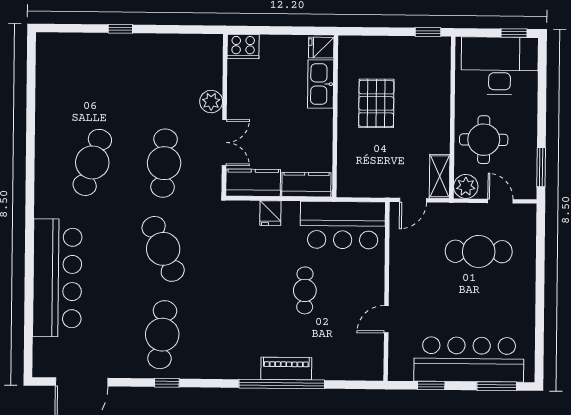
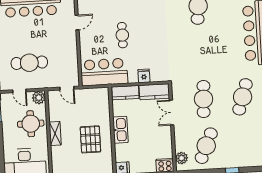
kitchen sink: (321, 84) -> (120, 130), moved
plant: (211, 102) -> (182, 158), moved
shelving: (440, 176) -> (55, 133), moved
door: (413, 200) -> (67, 88), swing flipped
cafe table: (163, 249) -> (206, 146), moved, turned 48

